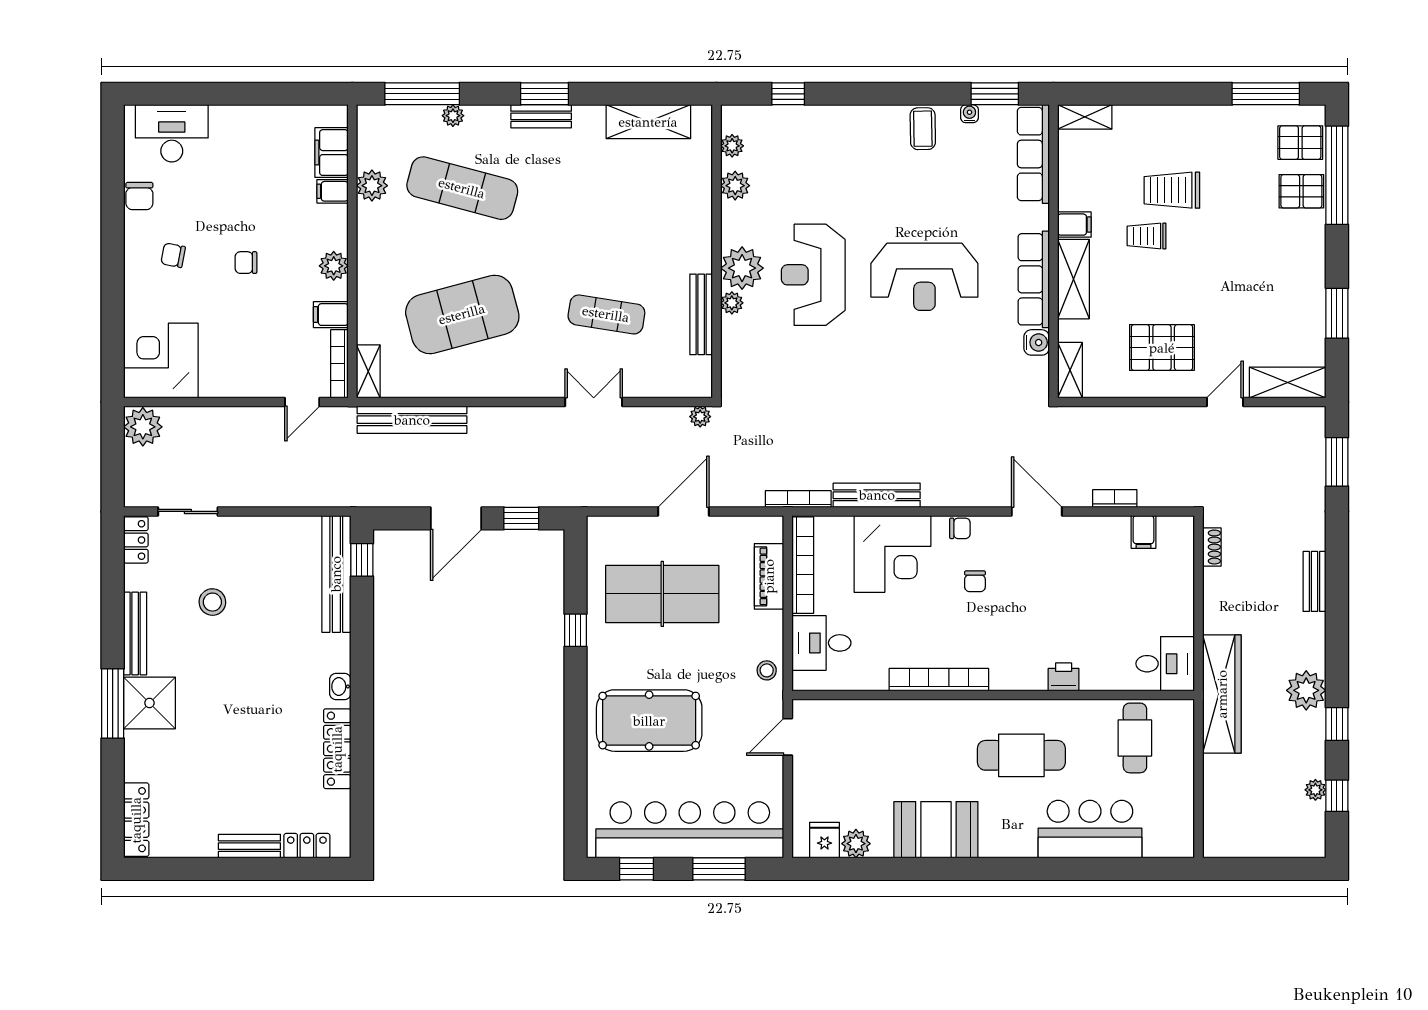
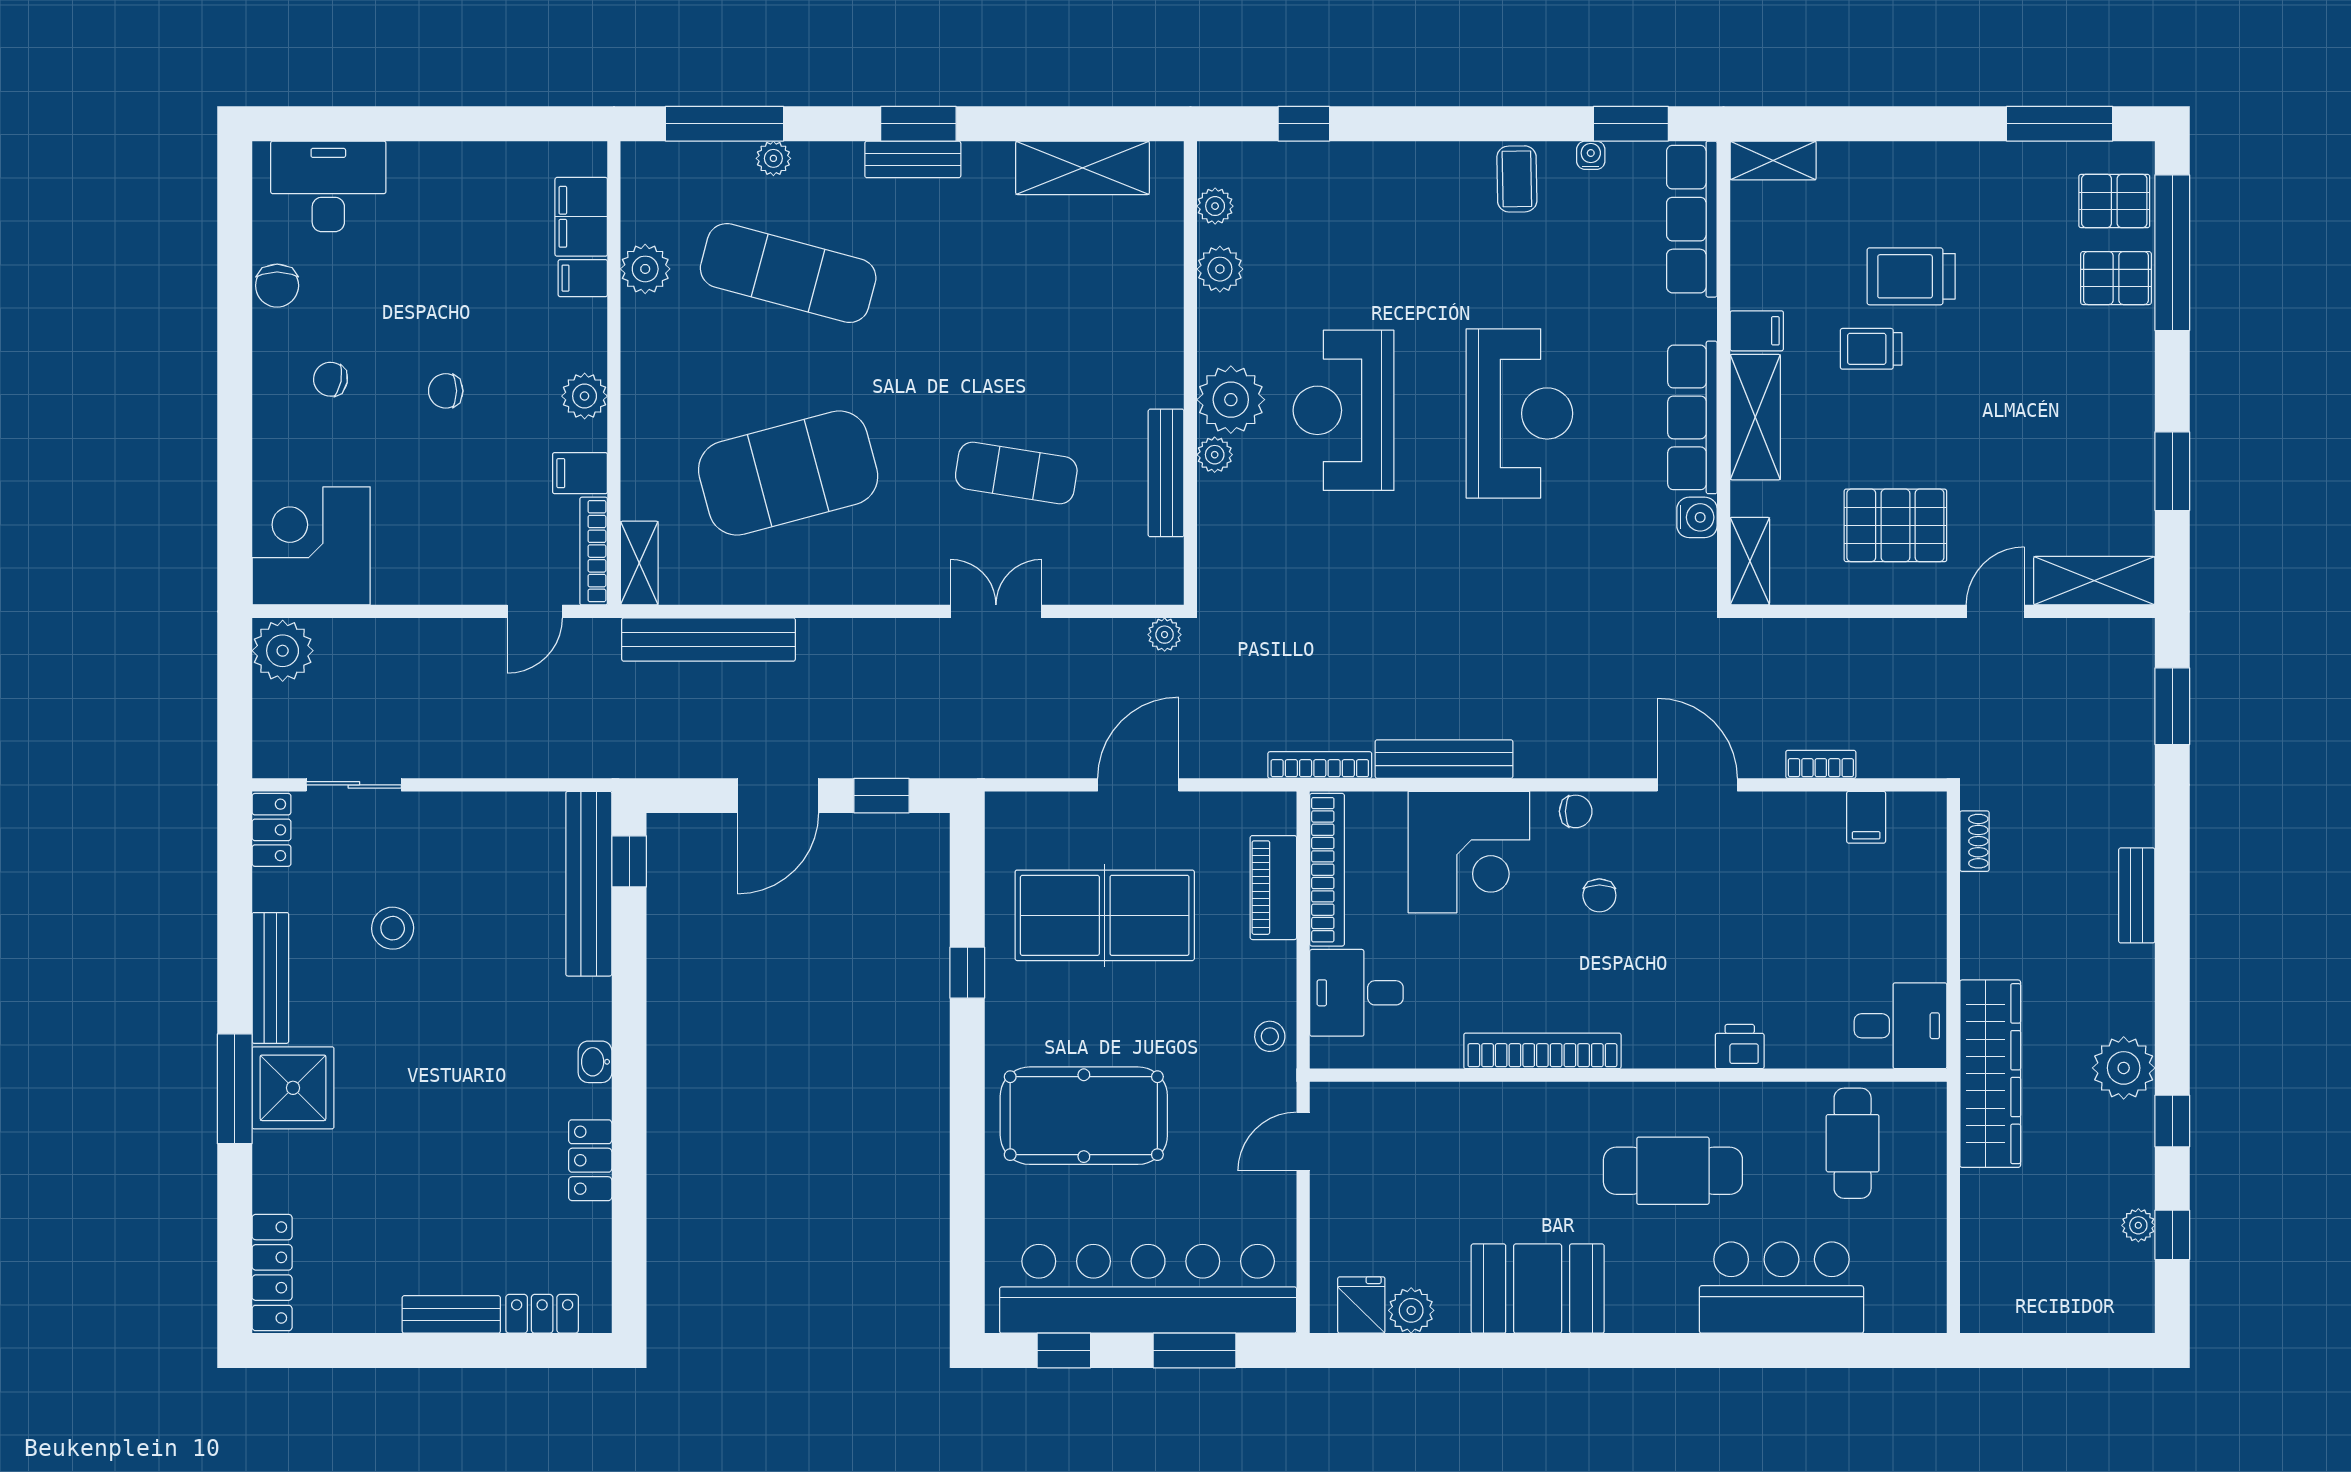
reception desk: (924, 277) -> (1519, 413), turned -90
locker: (337, 749) -> (590, 1160), width x0.66

